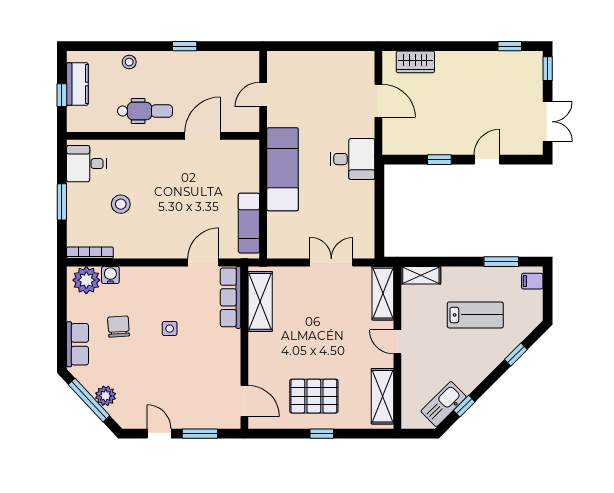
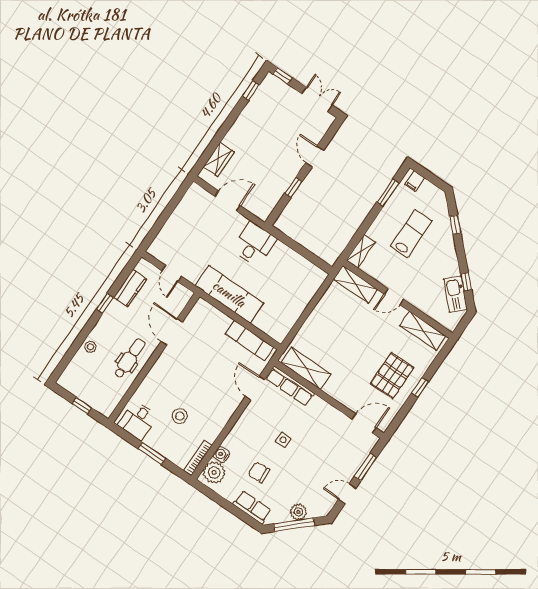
kitchen counter: (77, 84) -> (130, 288), moved, turned 90
double door: (331, 263) -> (312, 304), removed

